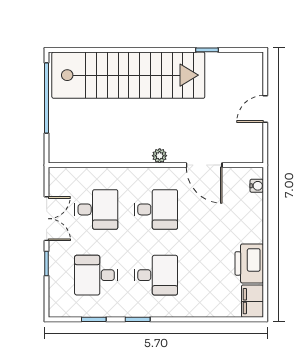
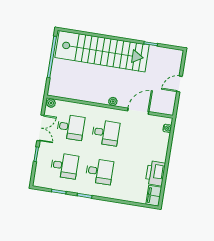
door: (204, 165) -> (138, 111), swing flipped
plant: (57, 175) -> (51, 103), added
desk: (96, 275) -> (64, 166), turned 180

